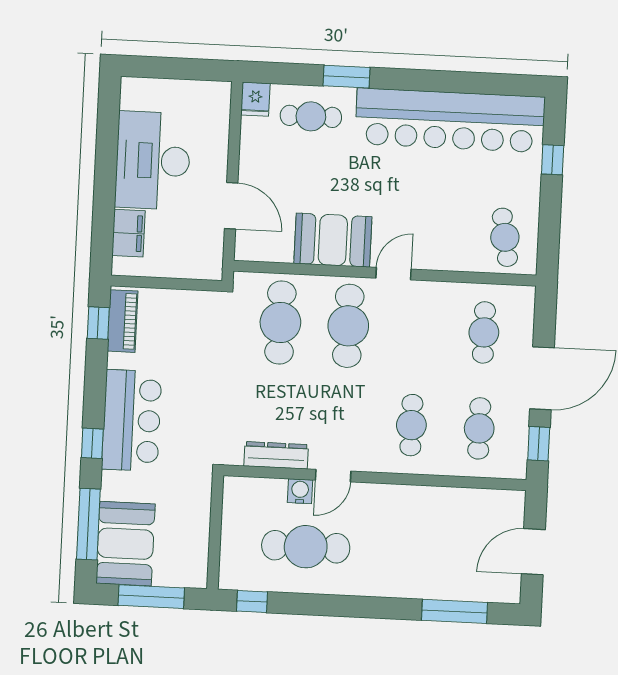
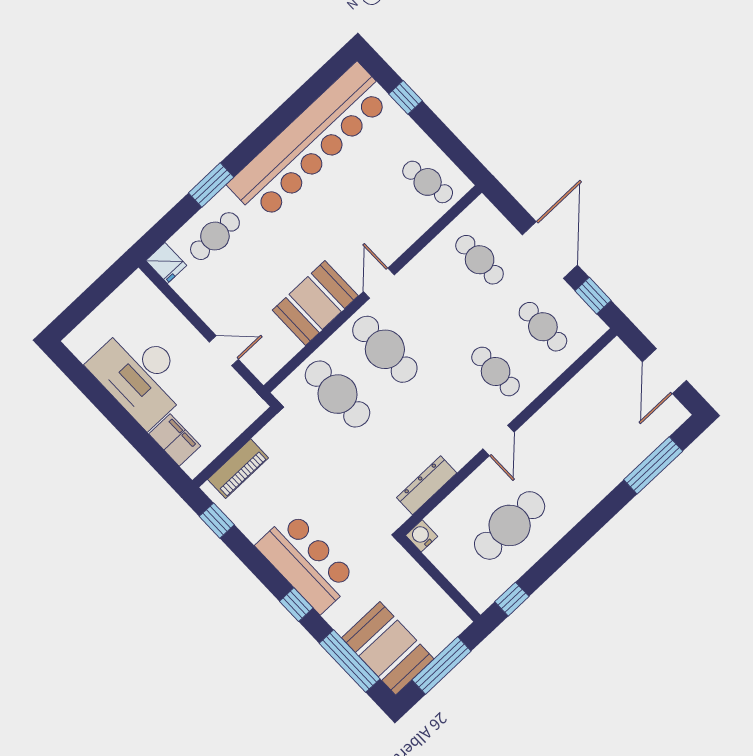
door: (231, 206) -> (224, 351), width x0.73
piano: (123, 321) -> (238, 469), moved, turned 90
door: (333, 476) -> (498, 441), moved
water cooler: (300, 491) -> (422, 536), moved

